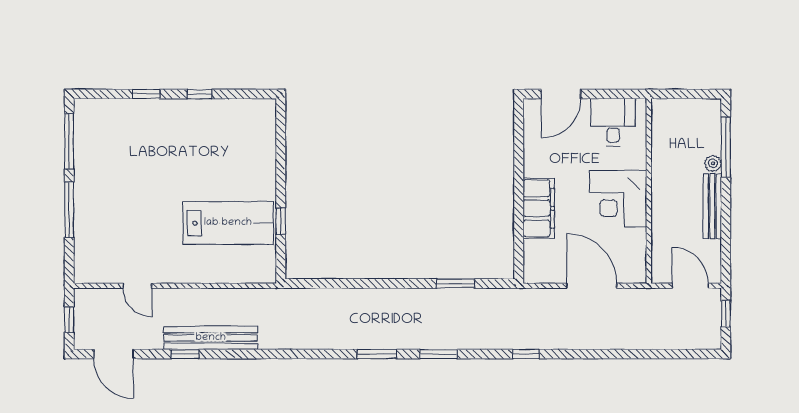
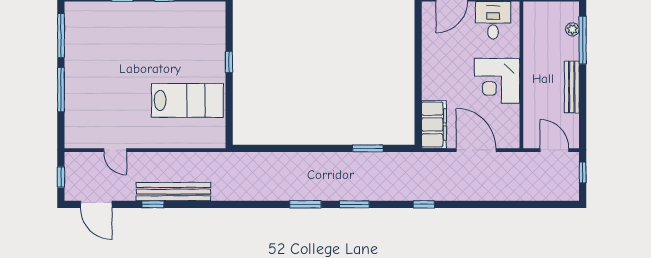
plant: (713, 163) -> (572, 29), moved
filing cabinet: (539, 208) -> (434, 124), moved
window: (281, 221) -> (229, 62), moved

